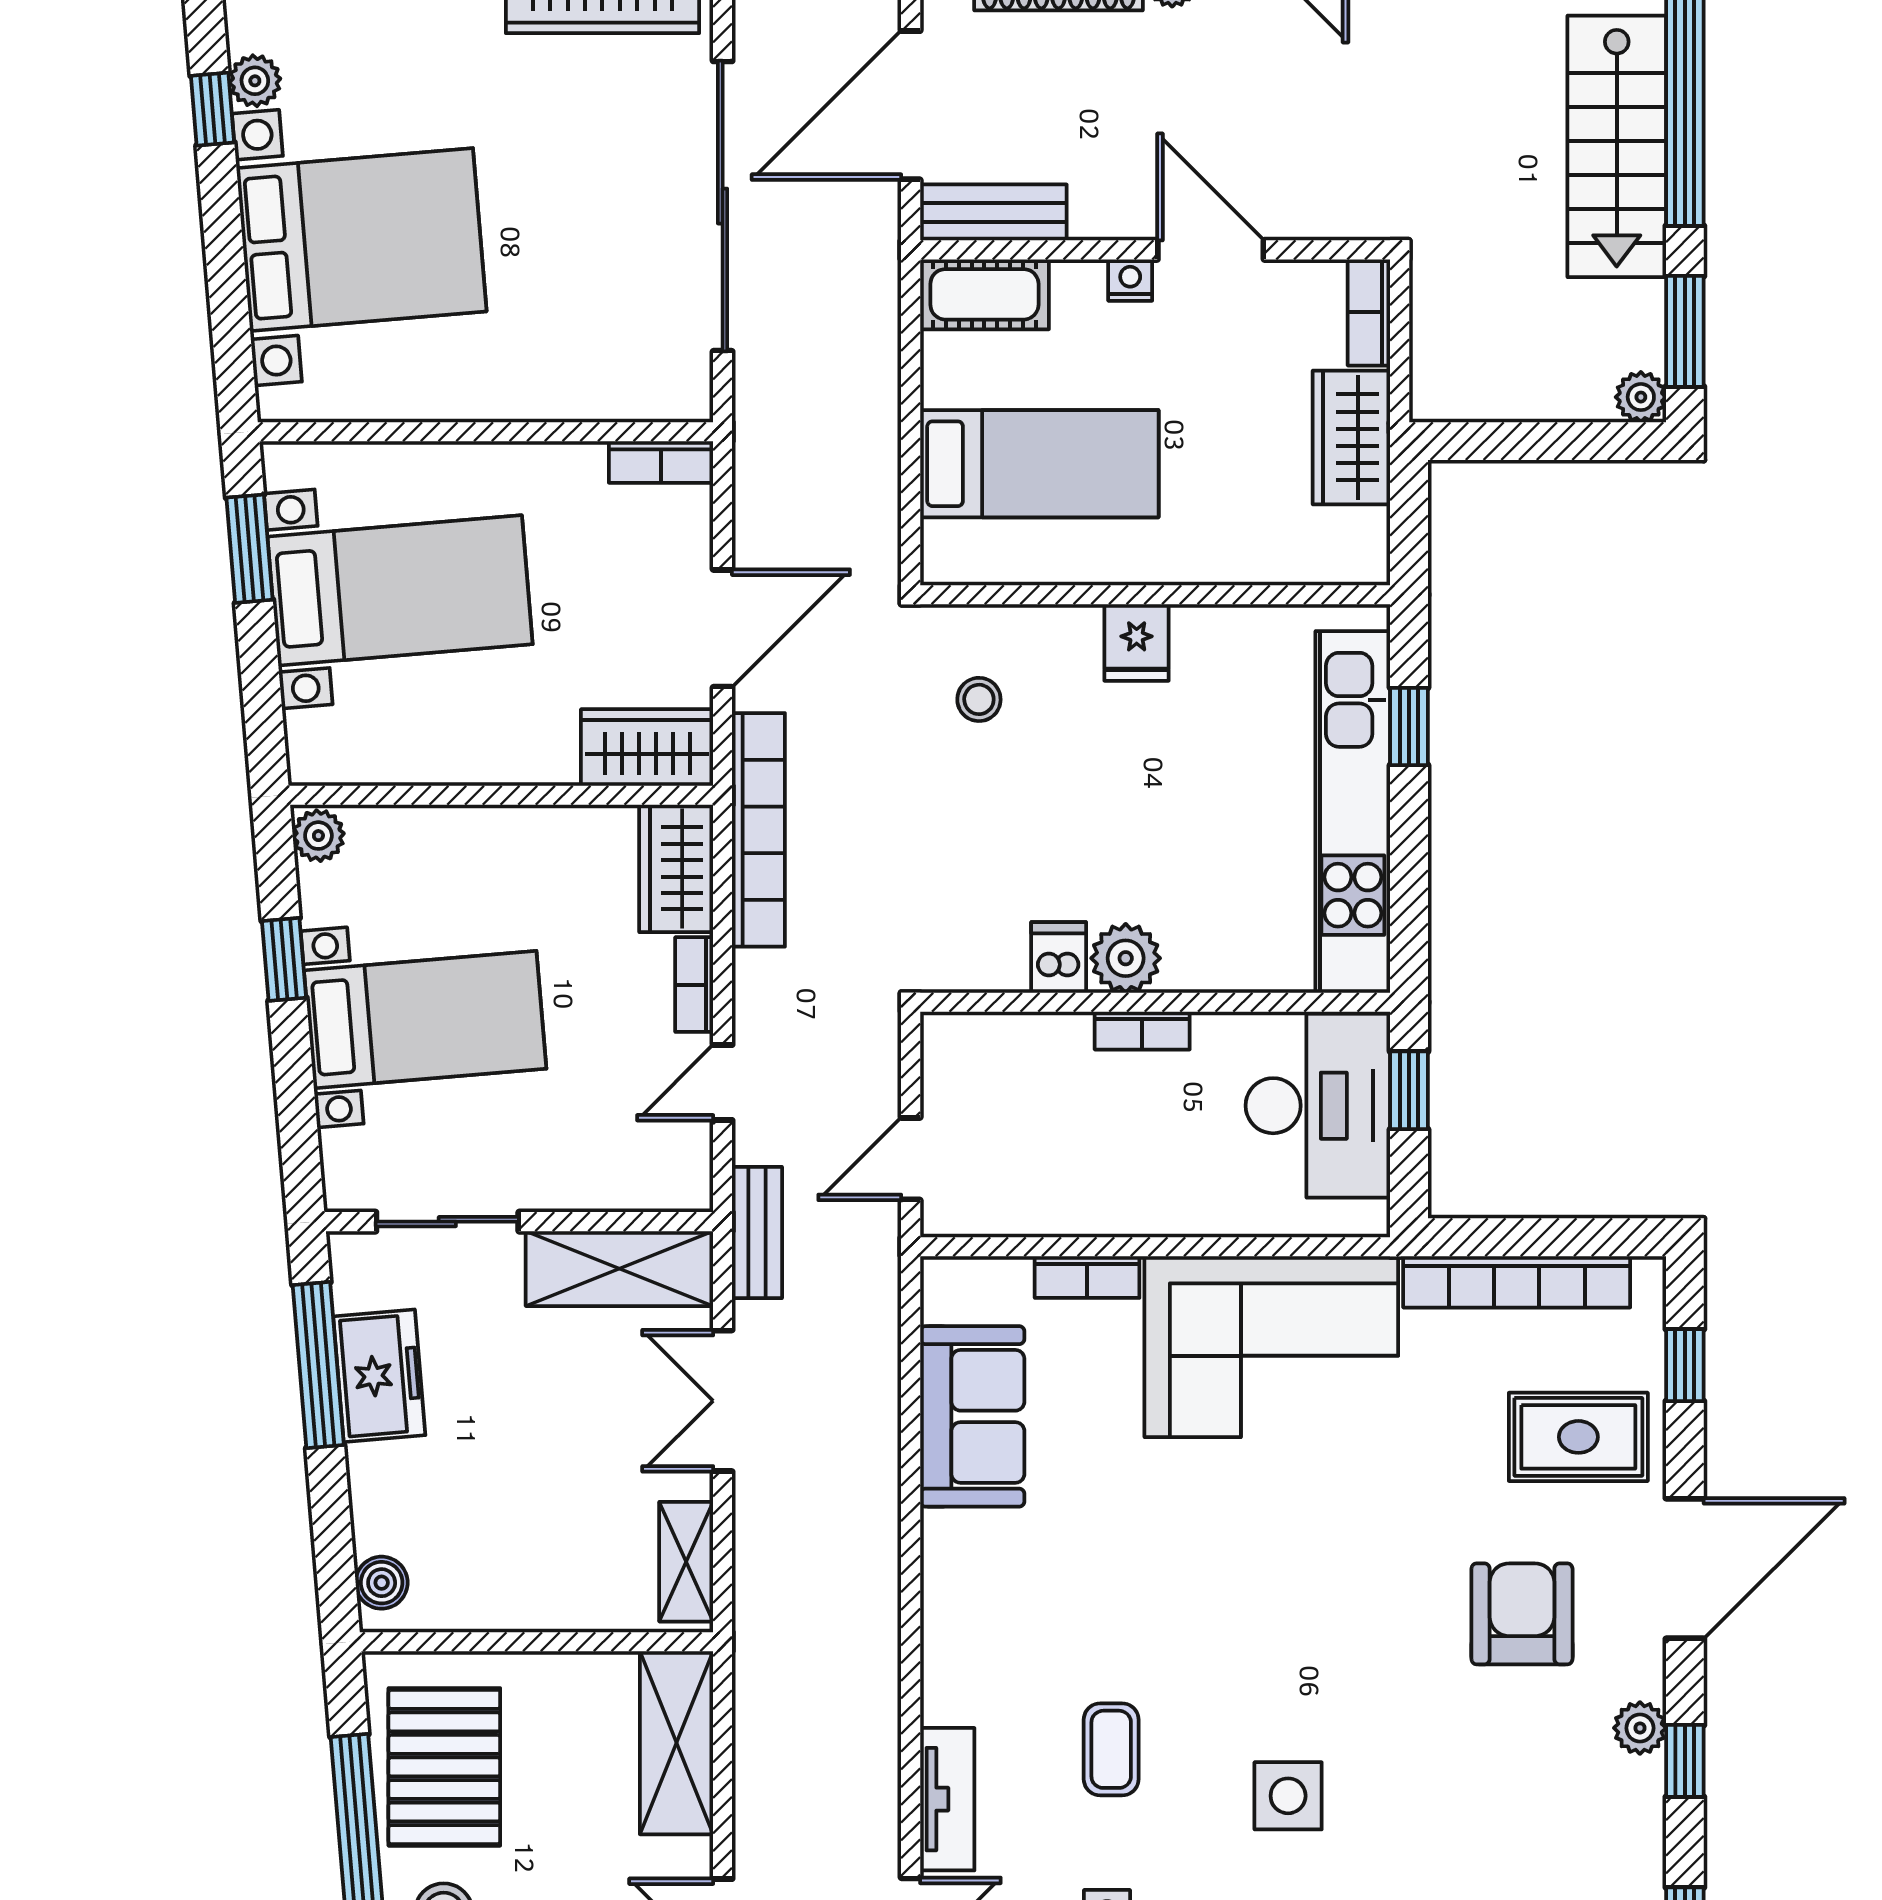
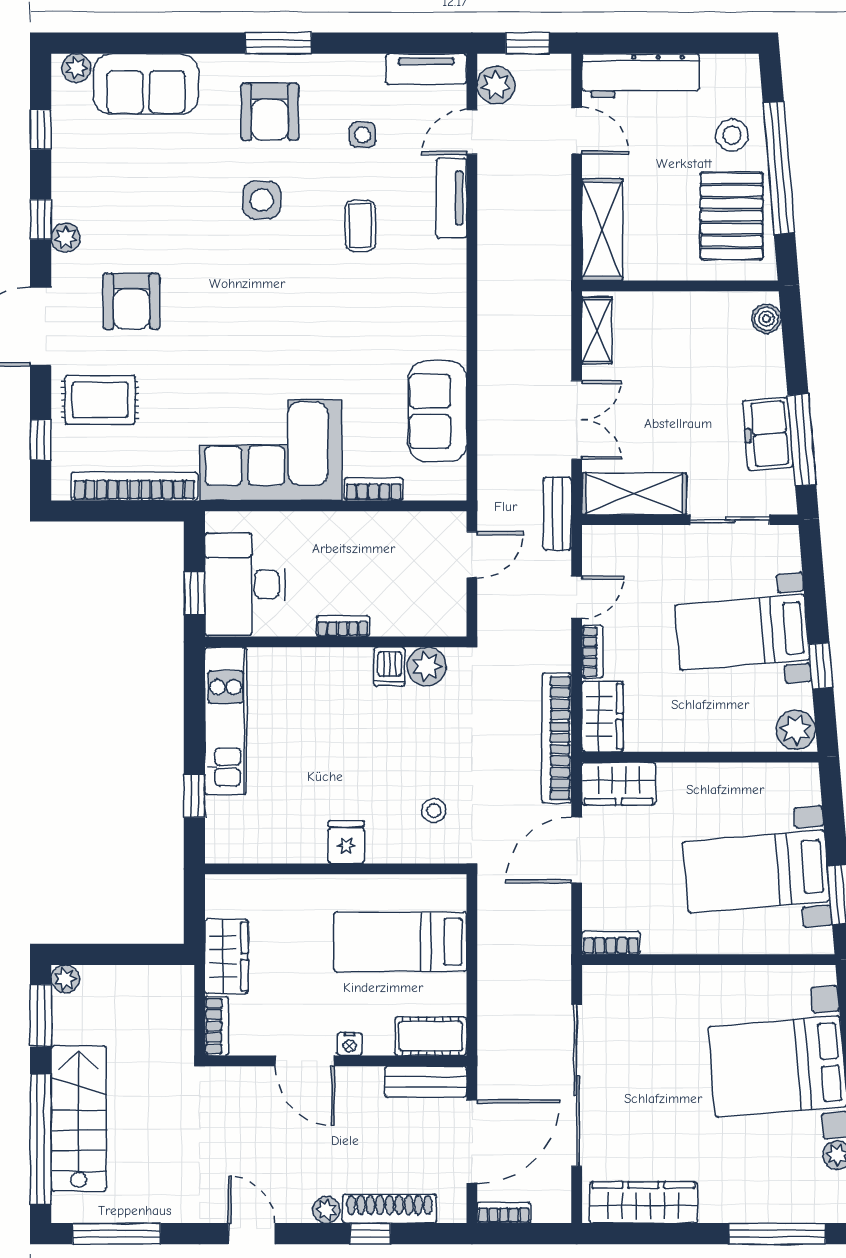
kitchen unit: (1353, 812) -> (226, 721), width x0.73
plant: (318, 836) -> (796, 730), width x1.38, depth x1.38
plant: (1126, 958) -> (427, 666), moved

